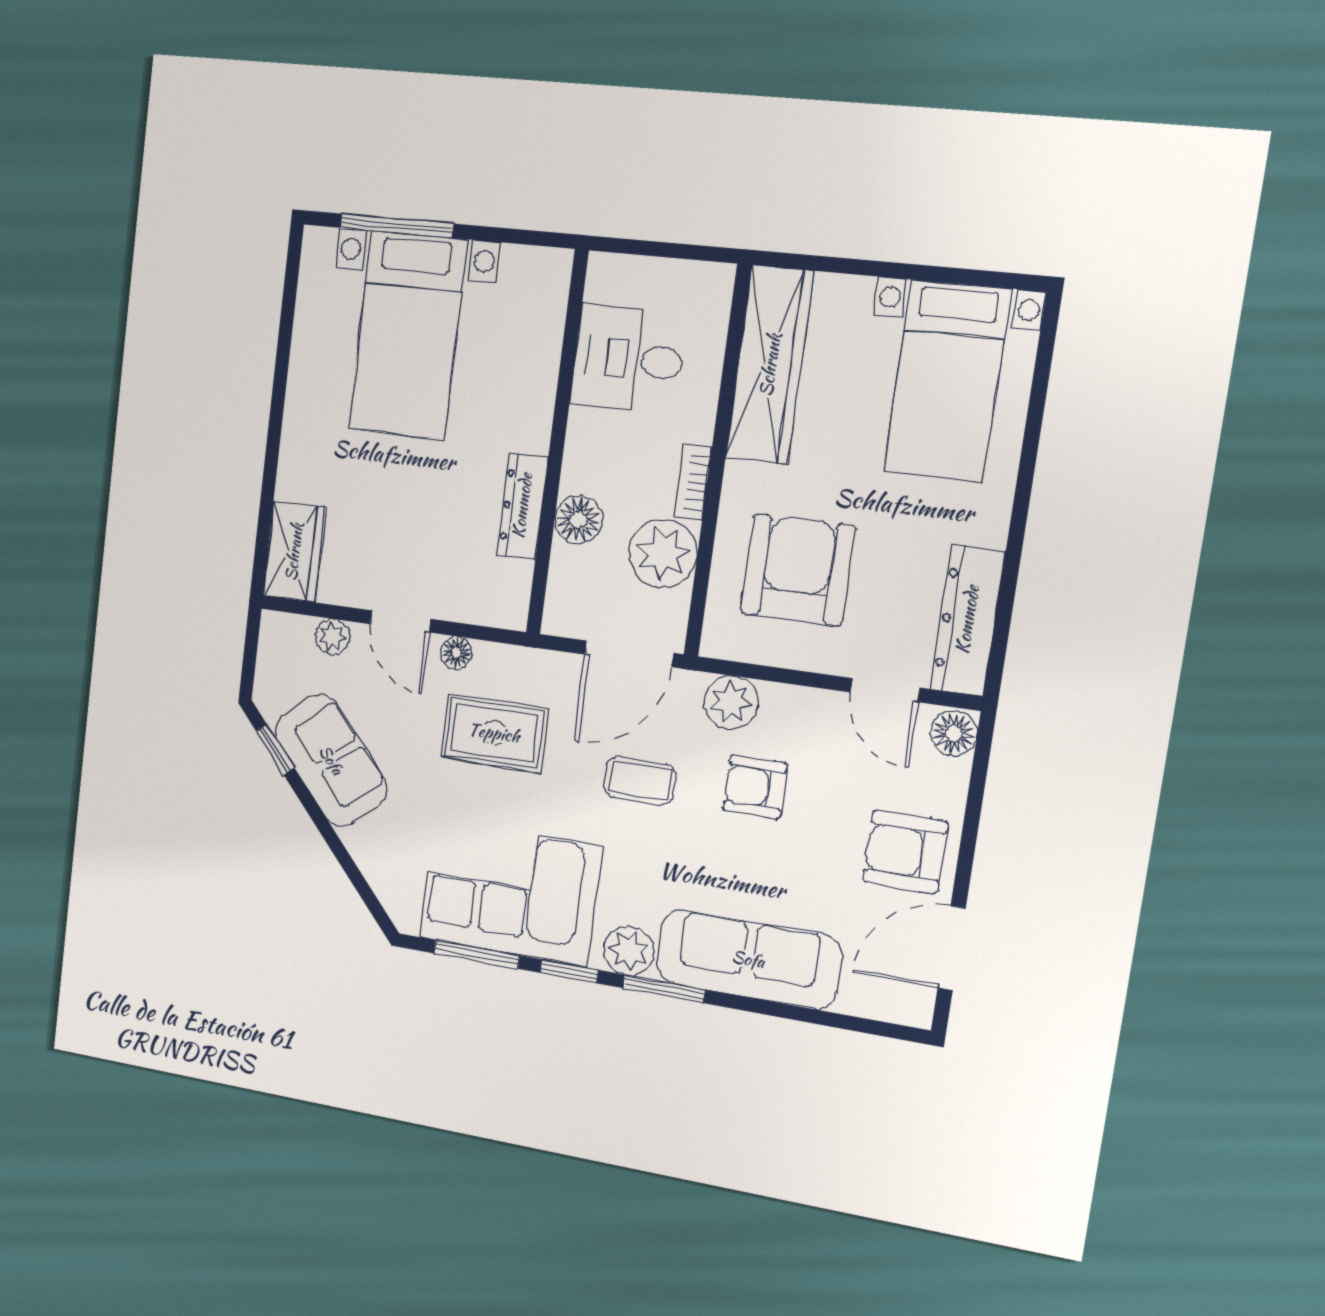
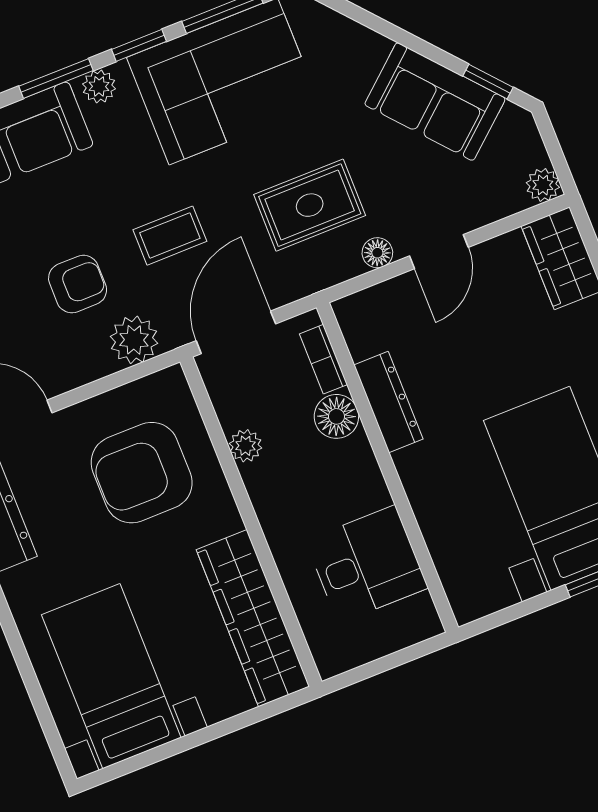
bookcase: (693, 482) -> (324, 359), moved, turned 180
plant: (663, 554) -> (245, 446), width x0.53, depth x0.53
armchair: (798, 570) -> (142, 473), turned 90
door: (400, 621) -> (439, 252), swing flipped
plant: (332, 637) -> (543, 185), moved
plant: (629, 951) -> (99, 86), width x0.73, depth x0.73

